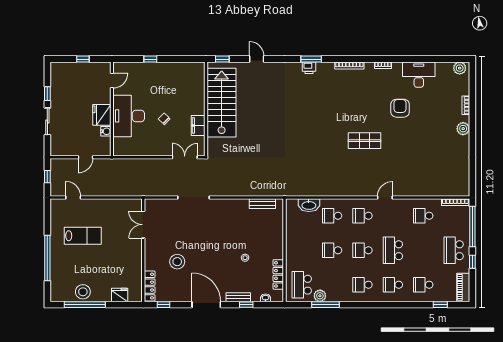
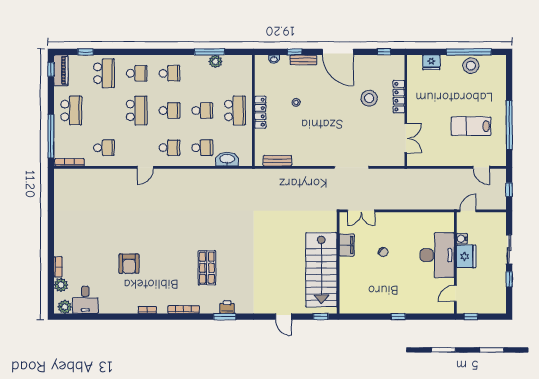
desk: (419, 75) -> (85, 300), moved, width x0.73
door: (112, 80) -> (455, 293), moved
wall: (112, 109) -> (455, 263), moved
fridge: (102, 115) -> (466, 256), moved
desk: (129, 116) -> (437, 255), moved
plant: (463, 129) -> (61, 285), moved
water cooler: (106, 131) -> (462, 239), moved
shop shelf: (364, 141) -> (207, 268), moved, turned 90
window: (47, 258) -> (509, 125), moved
window: (472, 262) -> (51, 69), moved
locker: (278, 274) -> (260, 112), moved
school desk: (302, 285) -> (235, 110), moved
school desk: (423, 285) -> (104, 73), width x1.85
locker: (150, 286) -> (399, 97), moved

